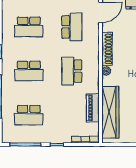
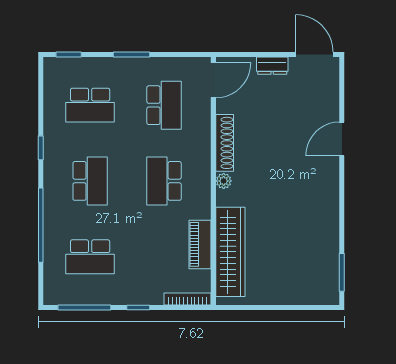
school desk: (29, 71) -> (90, 181), turned -90

